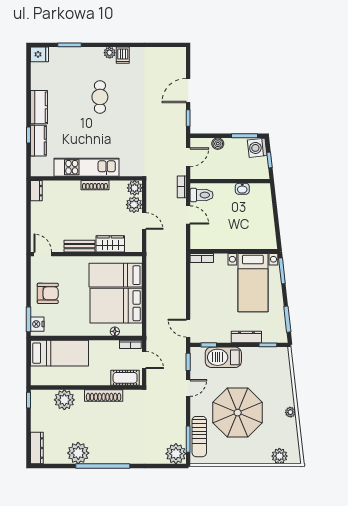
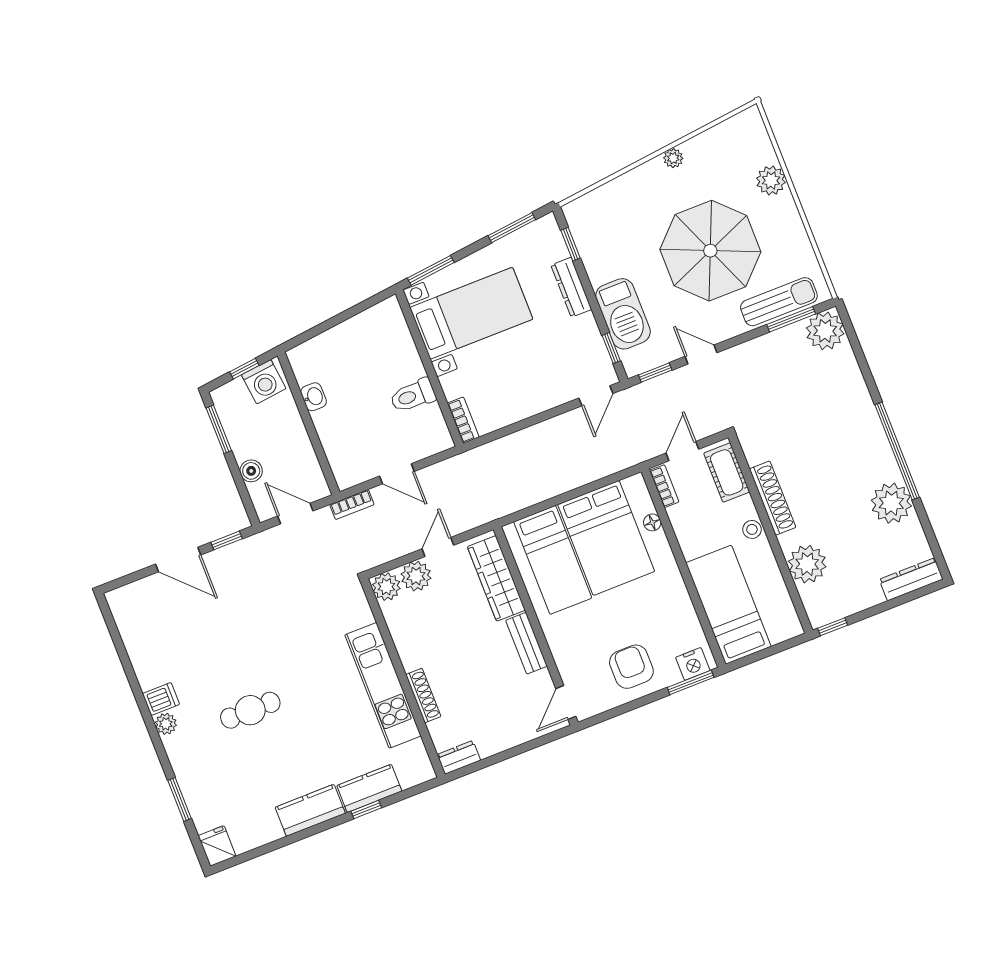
washing machine: (257, 148) -> (264, 382), moved
shoe rack: (95, 185) -> (423, 695), moved
toilet: (202, 195) -> (413, 396), moved, turned -90
door: (188, 215) -> (397, 474), swing flipped
wardrobe: (110, 244) -> (496, 578), width x1.50
stool: (92, 379) -> (752, 529), added
plant: (279, 456) -> (771, 180), moved

